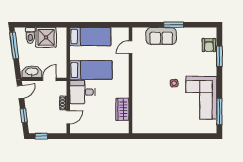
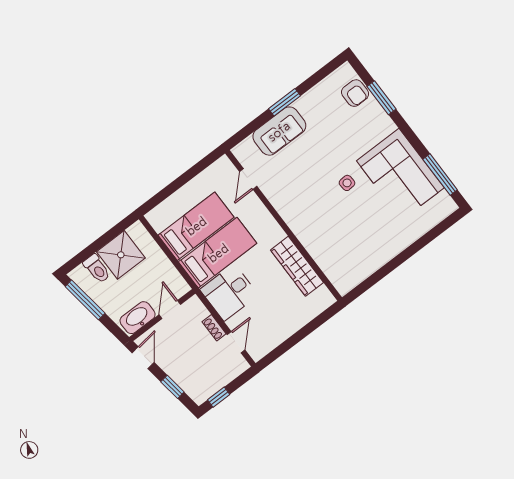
bed: (90, 37) -> (196, 226), moved
wardrobe: (122, 109) -> (297, 266), width x1.50

